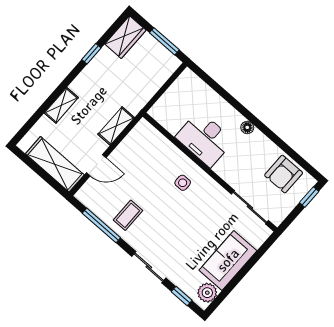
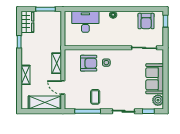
desk: (205, 139) -> (85, 22), moved, turned 180
armchair: (158, 163) -> (89, 63), added
door: (96, 165) -> (63, 87), swing flipped

